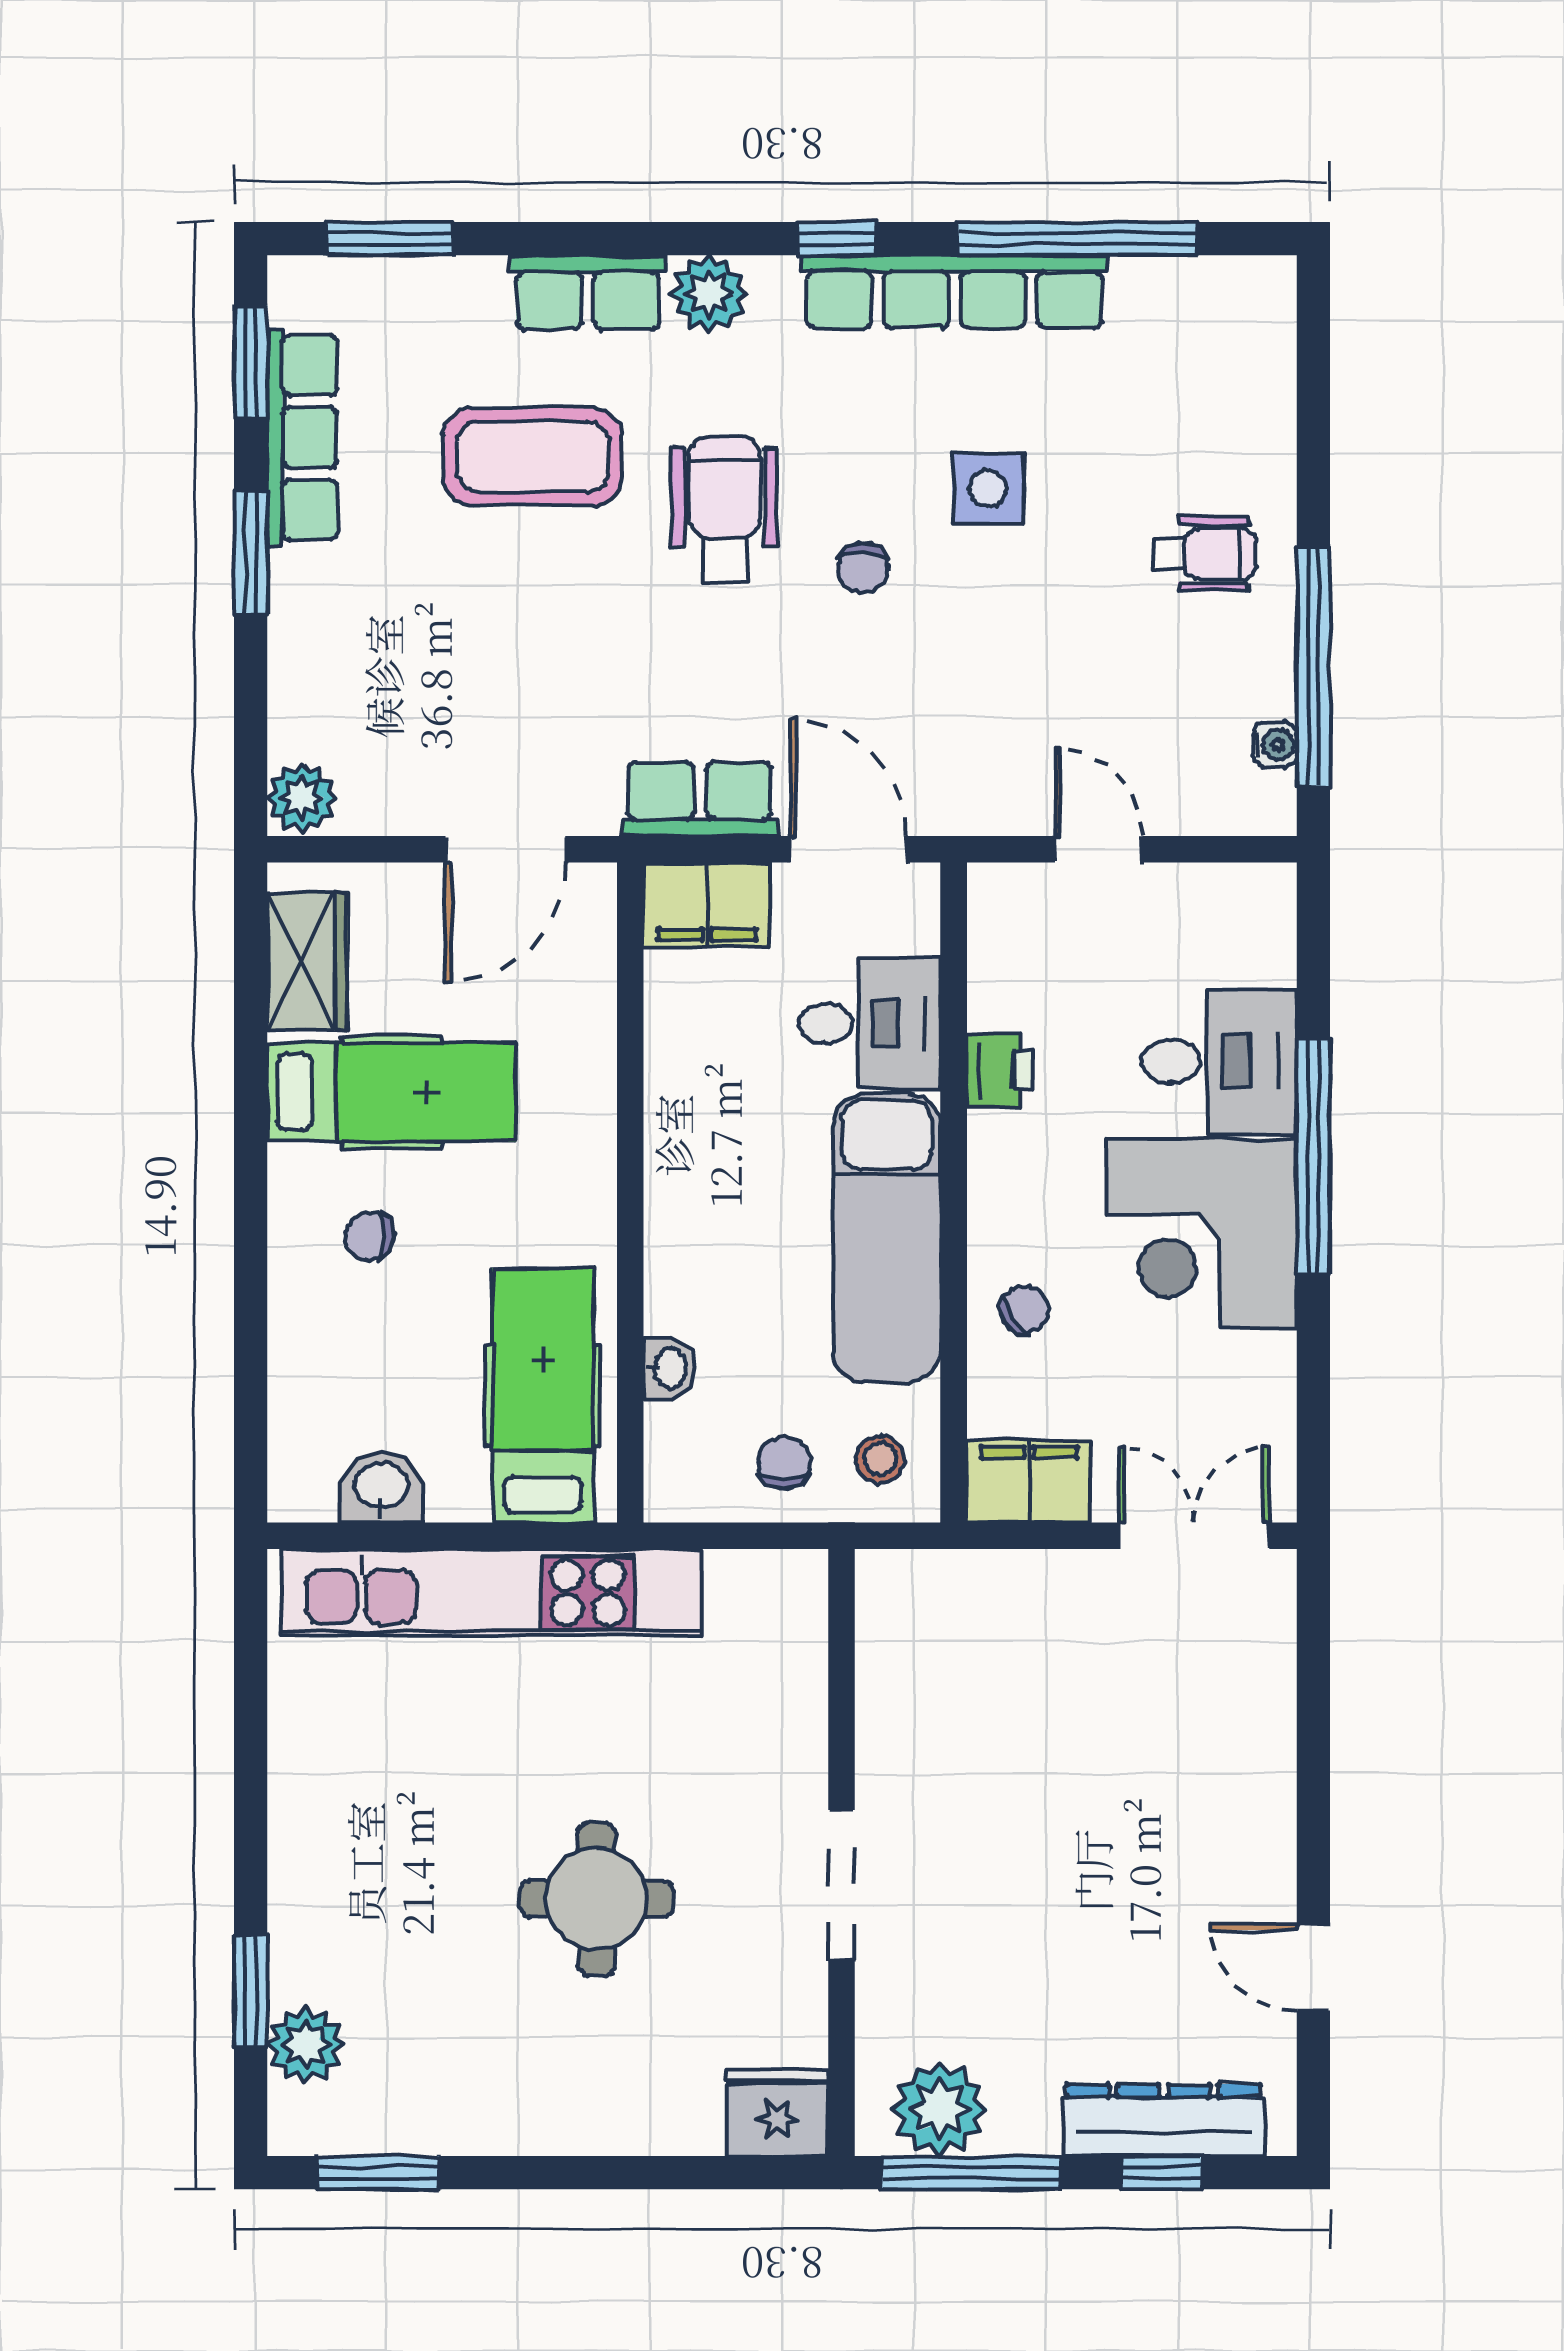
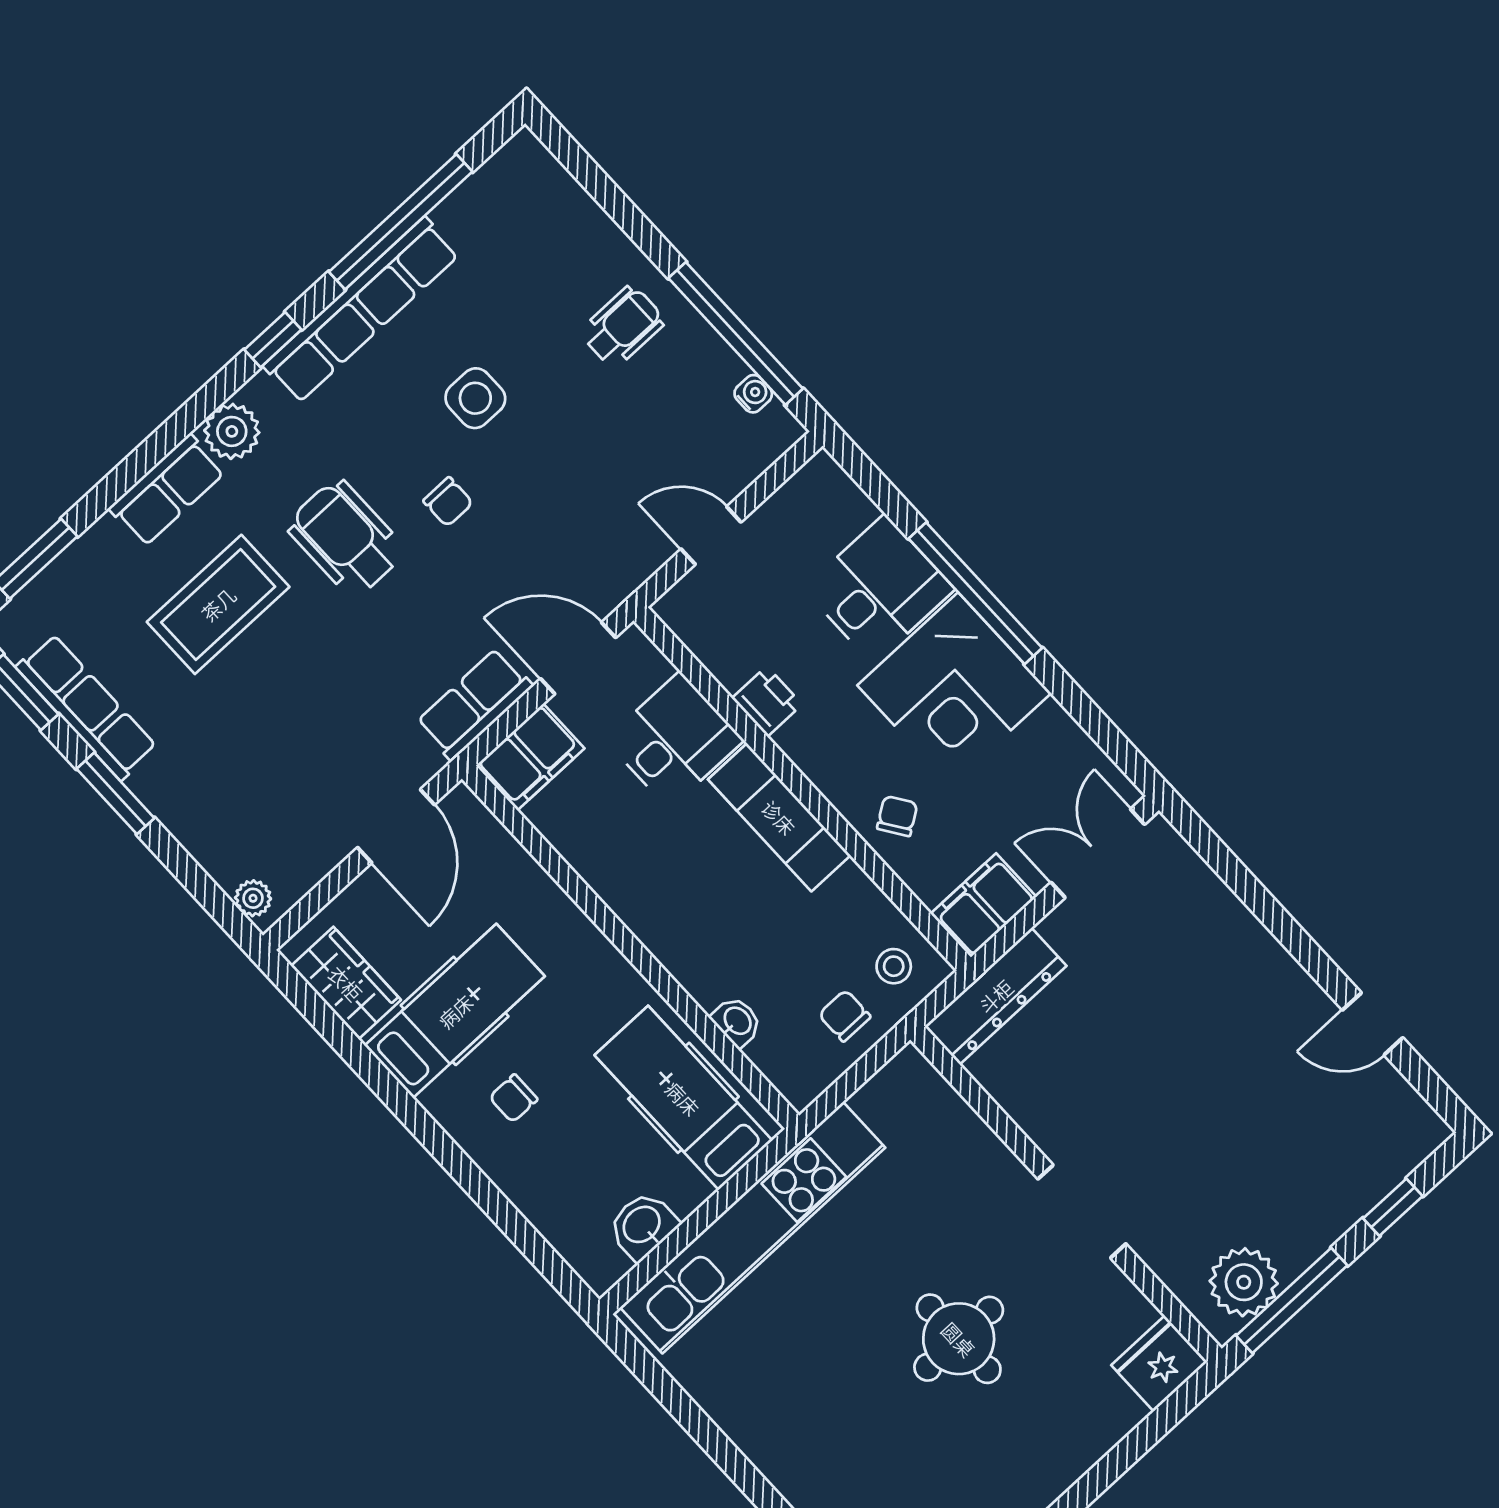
plant: (302, 798) -> (253, 898), width x0.73, depth x0.73
exam couch: (887, 1238) -> (779, 817), width x0.73, depth x0.69
dresser: (1164, 2120) -> (995, 996), moved, turned 180

